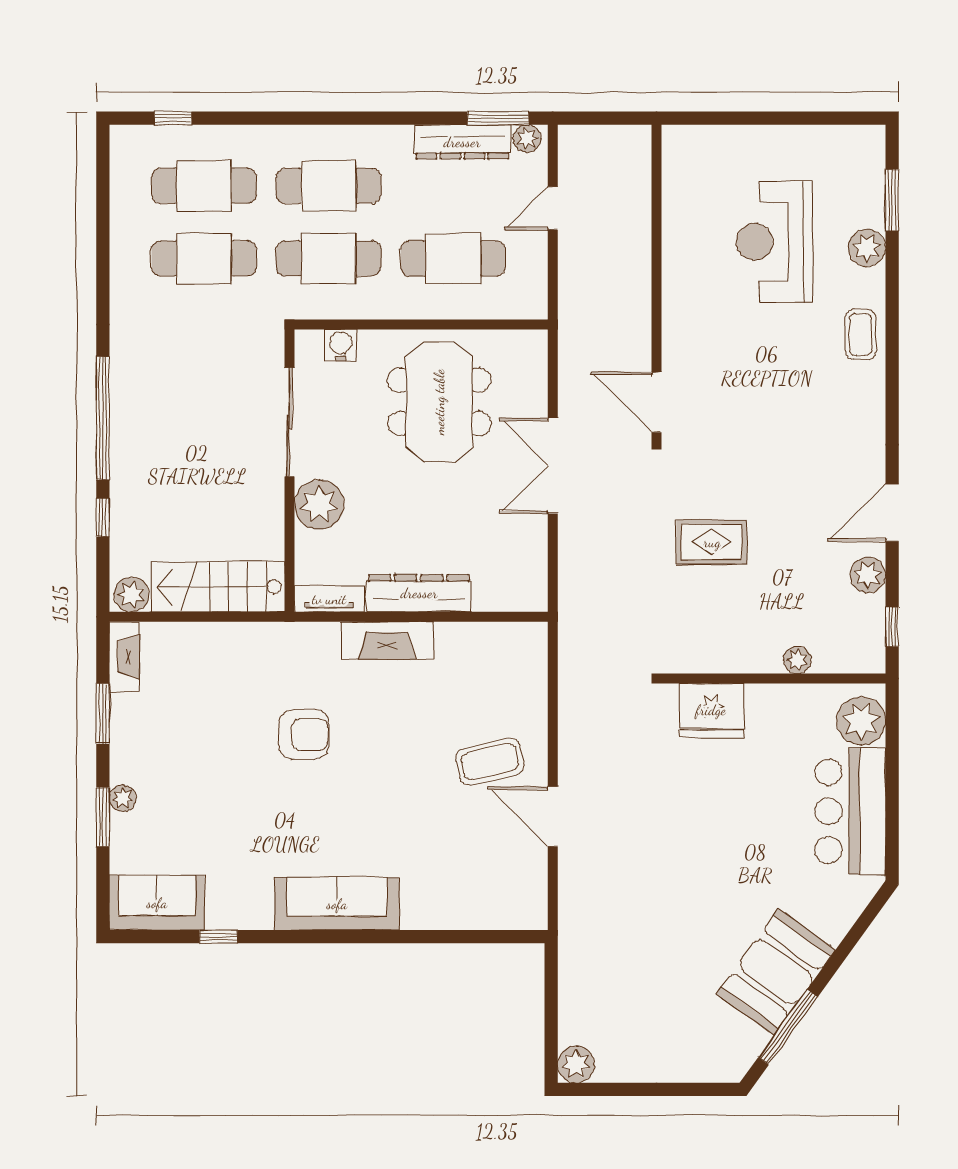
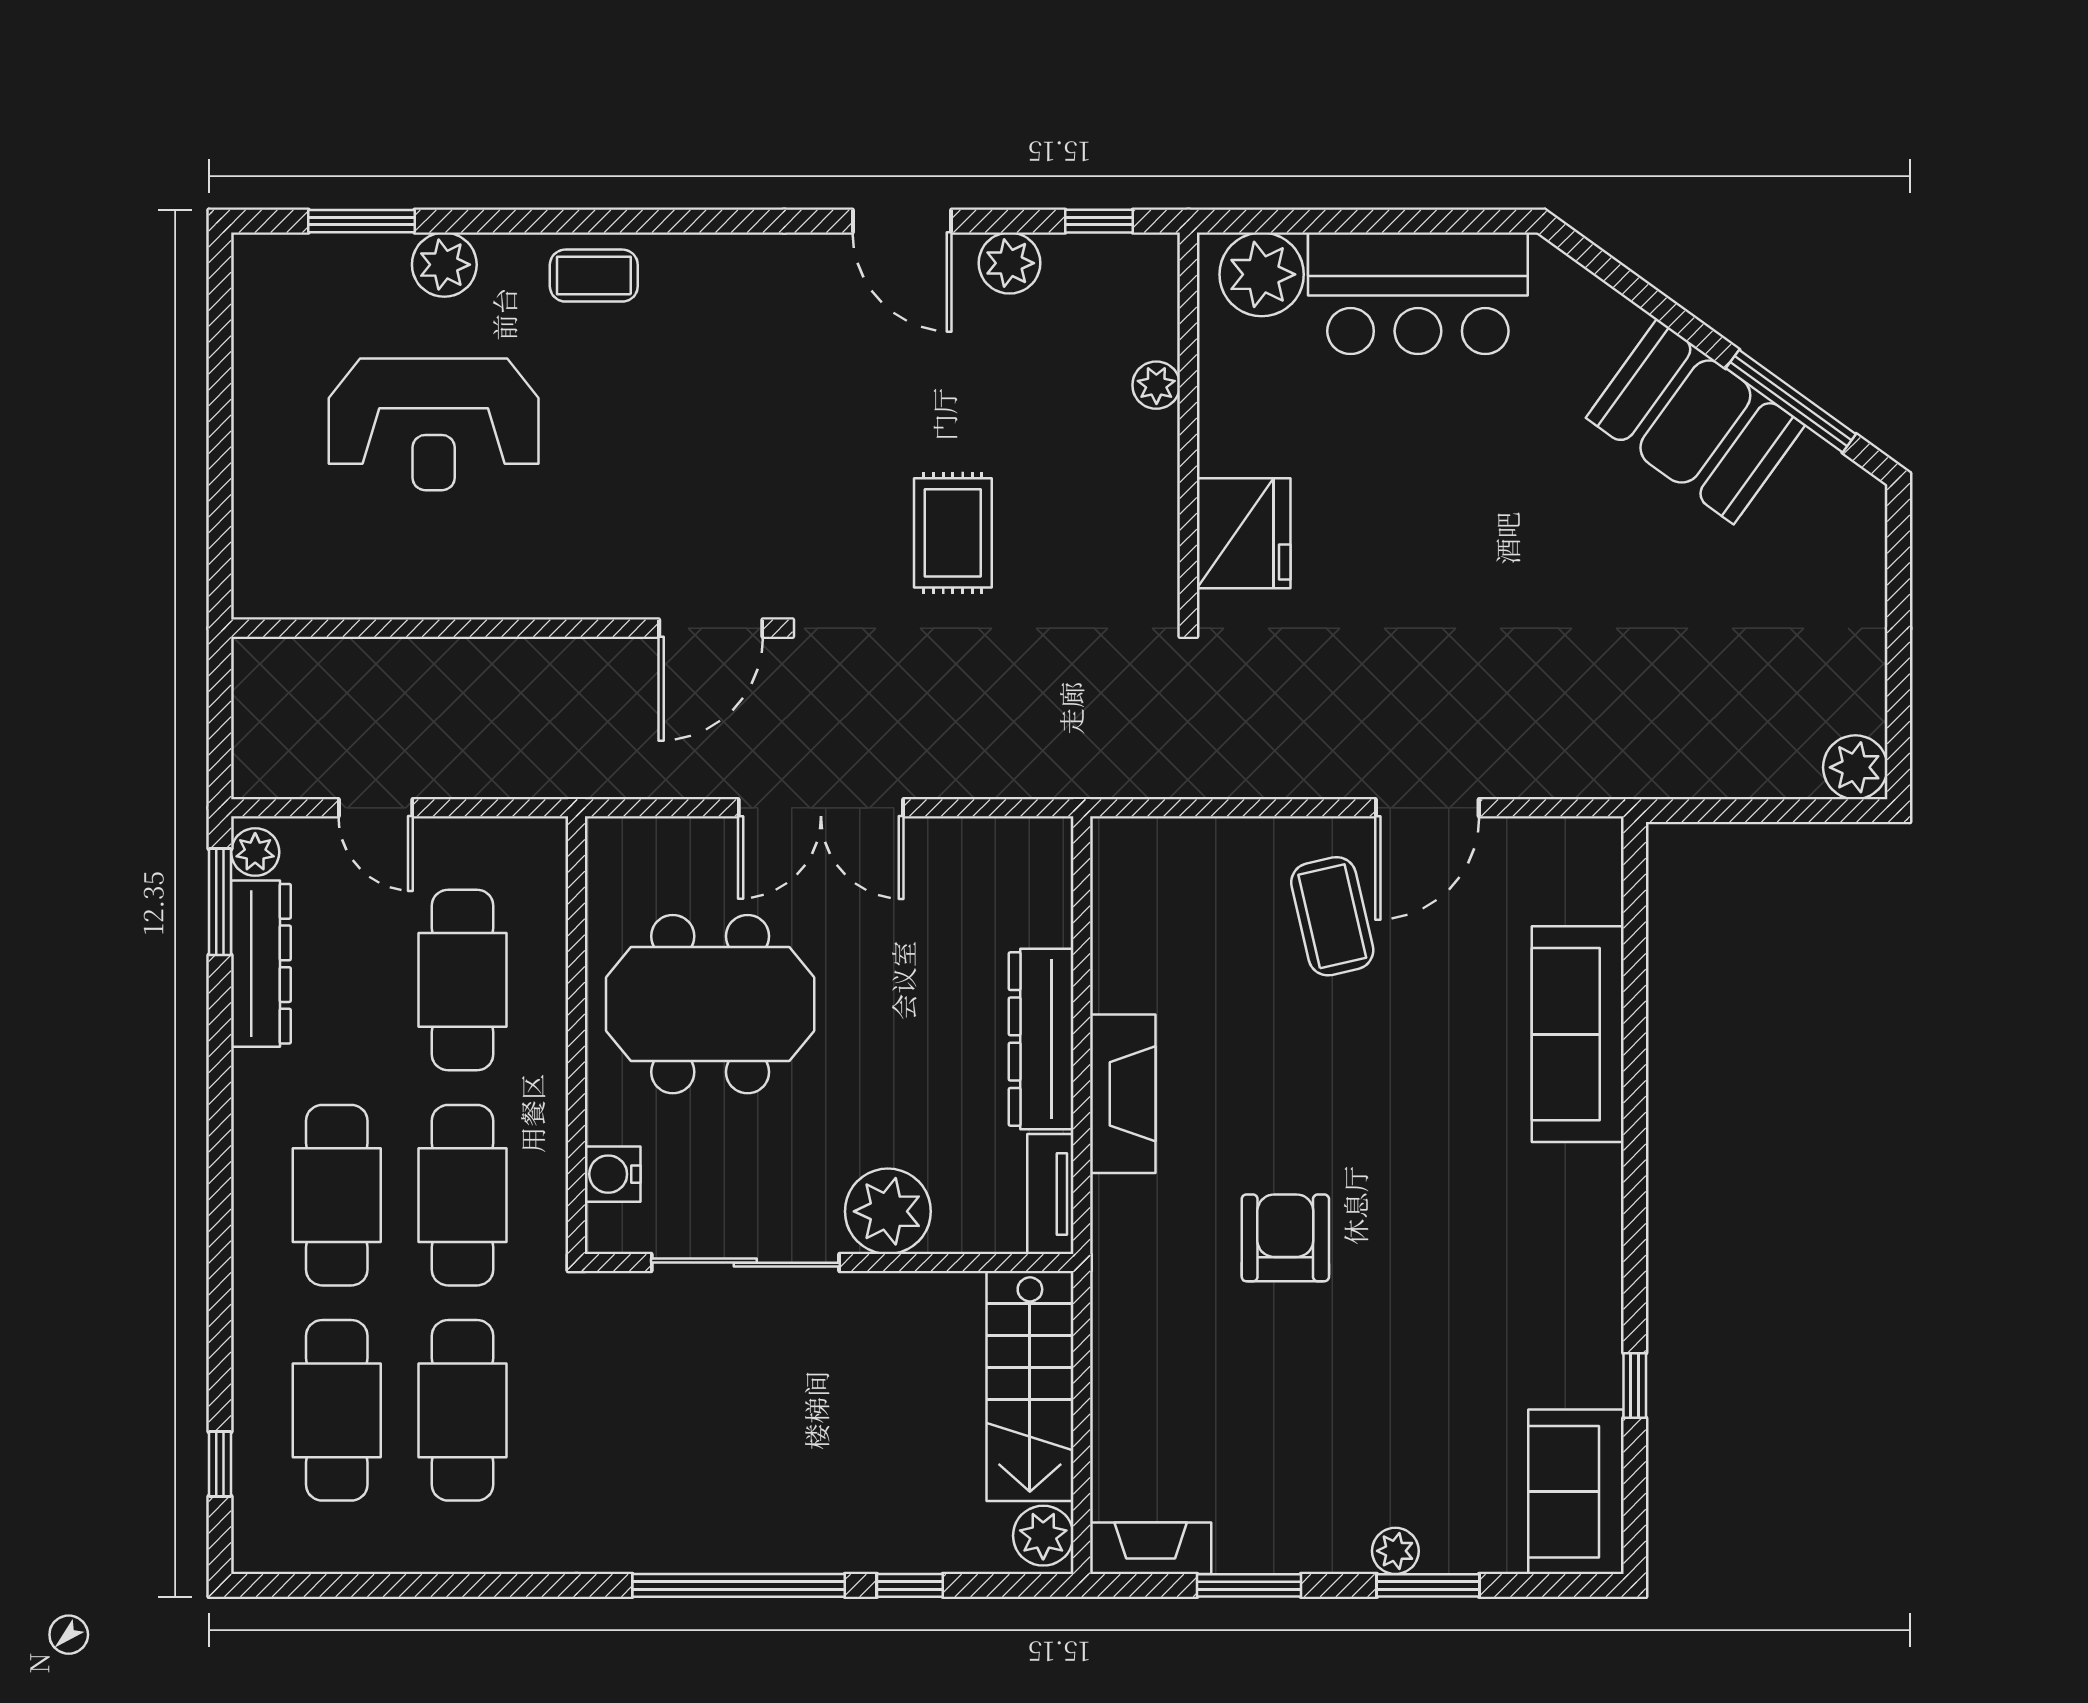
sofa: (337, 904) -> (1578, 1034), moved

